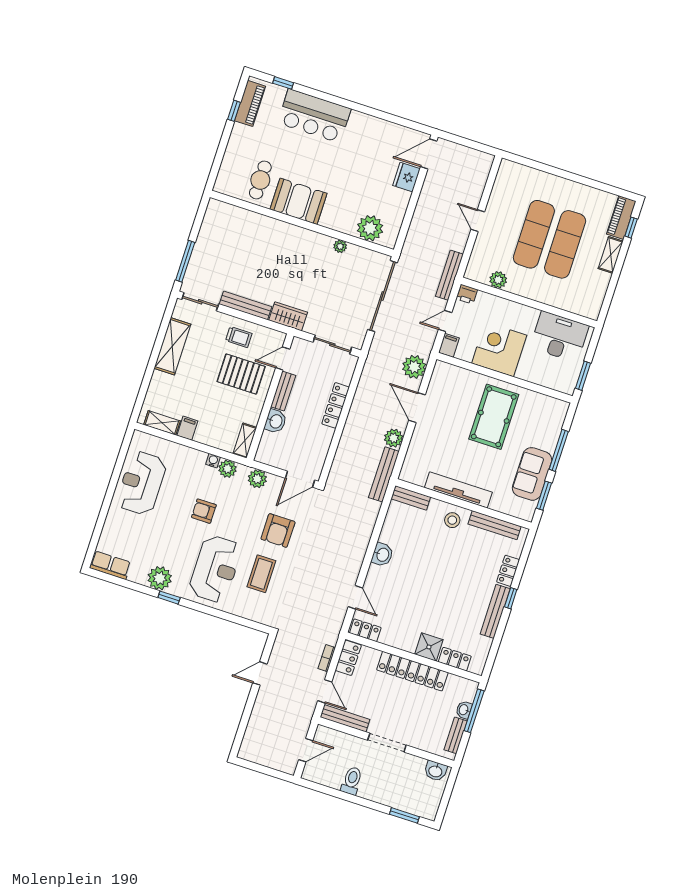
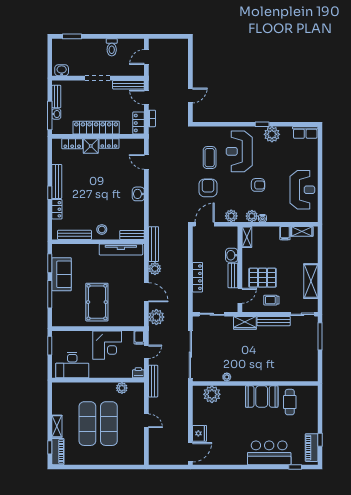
tv unit: (458, 490) -> (121, 249), moved
locker: (365, 630) -> (109, 143), moved

